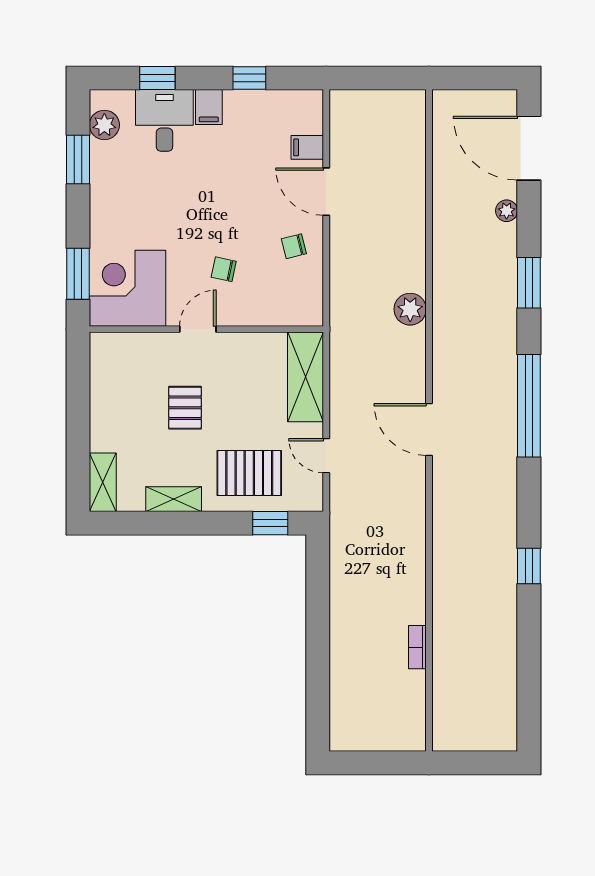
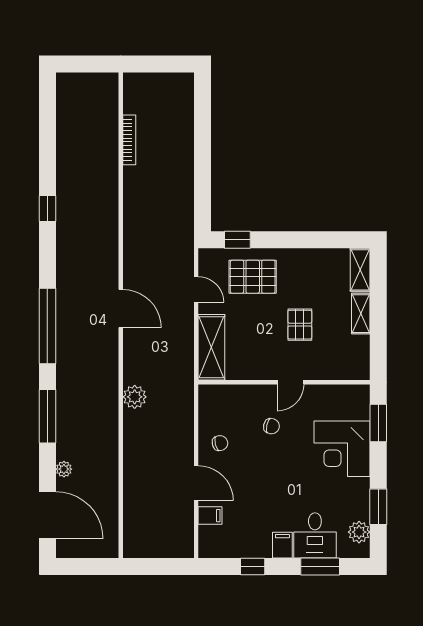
window: (157, 78) -> (320, 567), width x1.50
window: (529, 283) -> (47, 416), width x1.44
corner desk: (128, 288) -> (342, 449), moved, turned 90
shelving: (174, 499) -> (361, 314), moved, turned 90
bookcase: (417, 647) -> (129, 140), width x1.56

